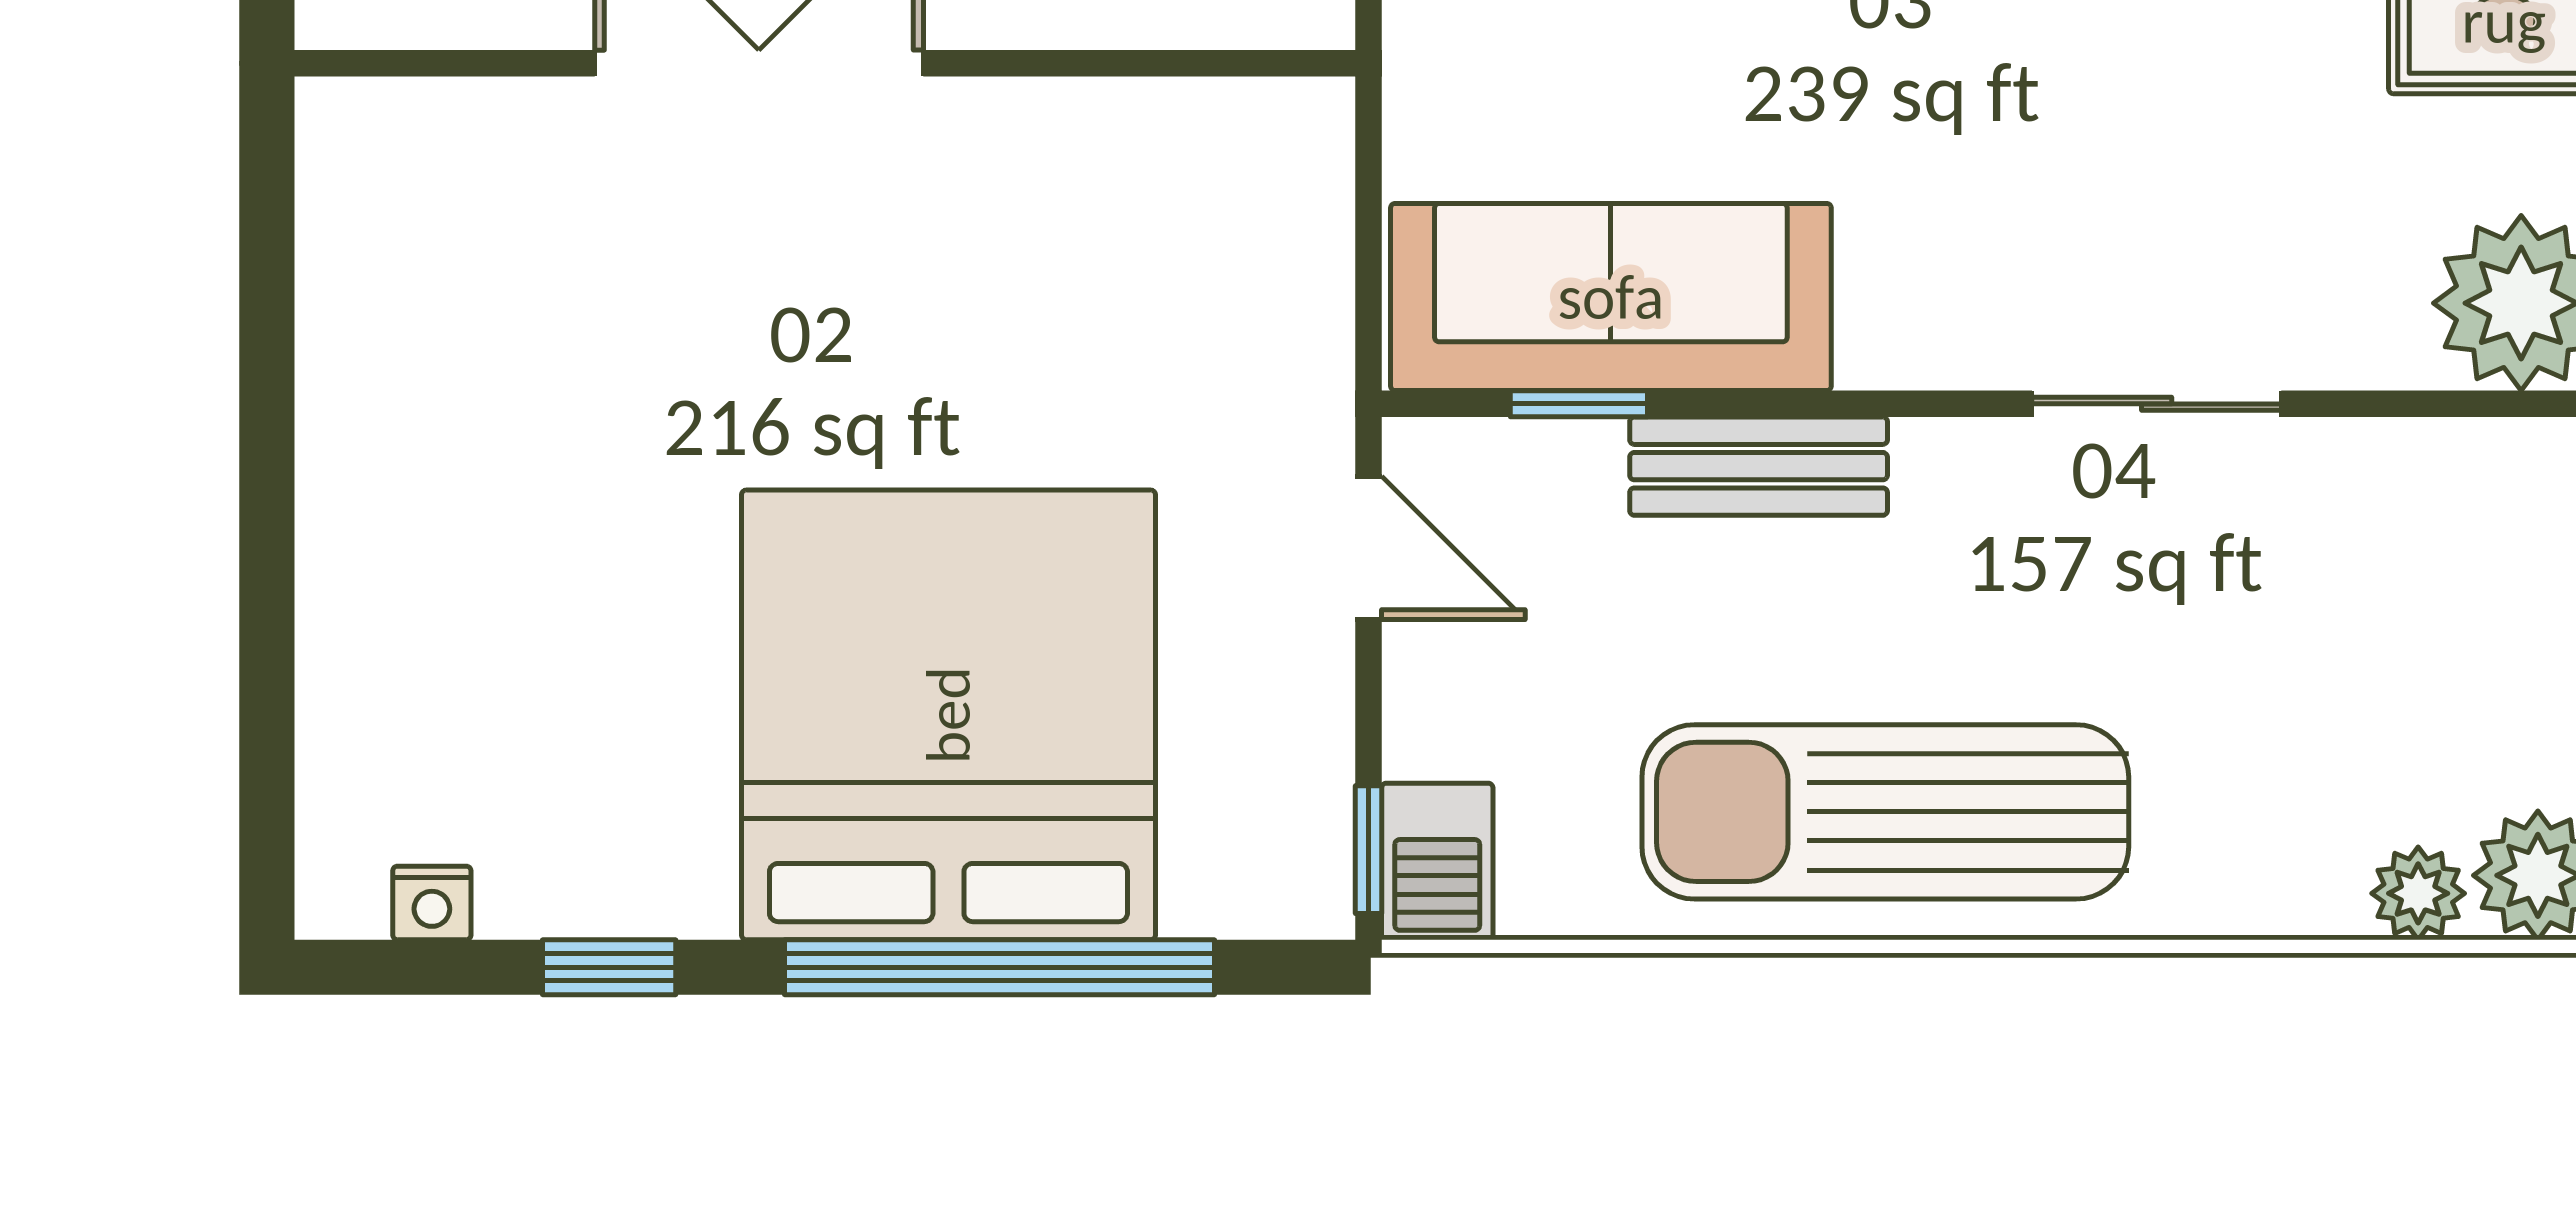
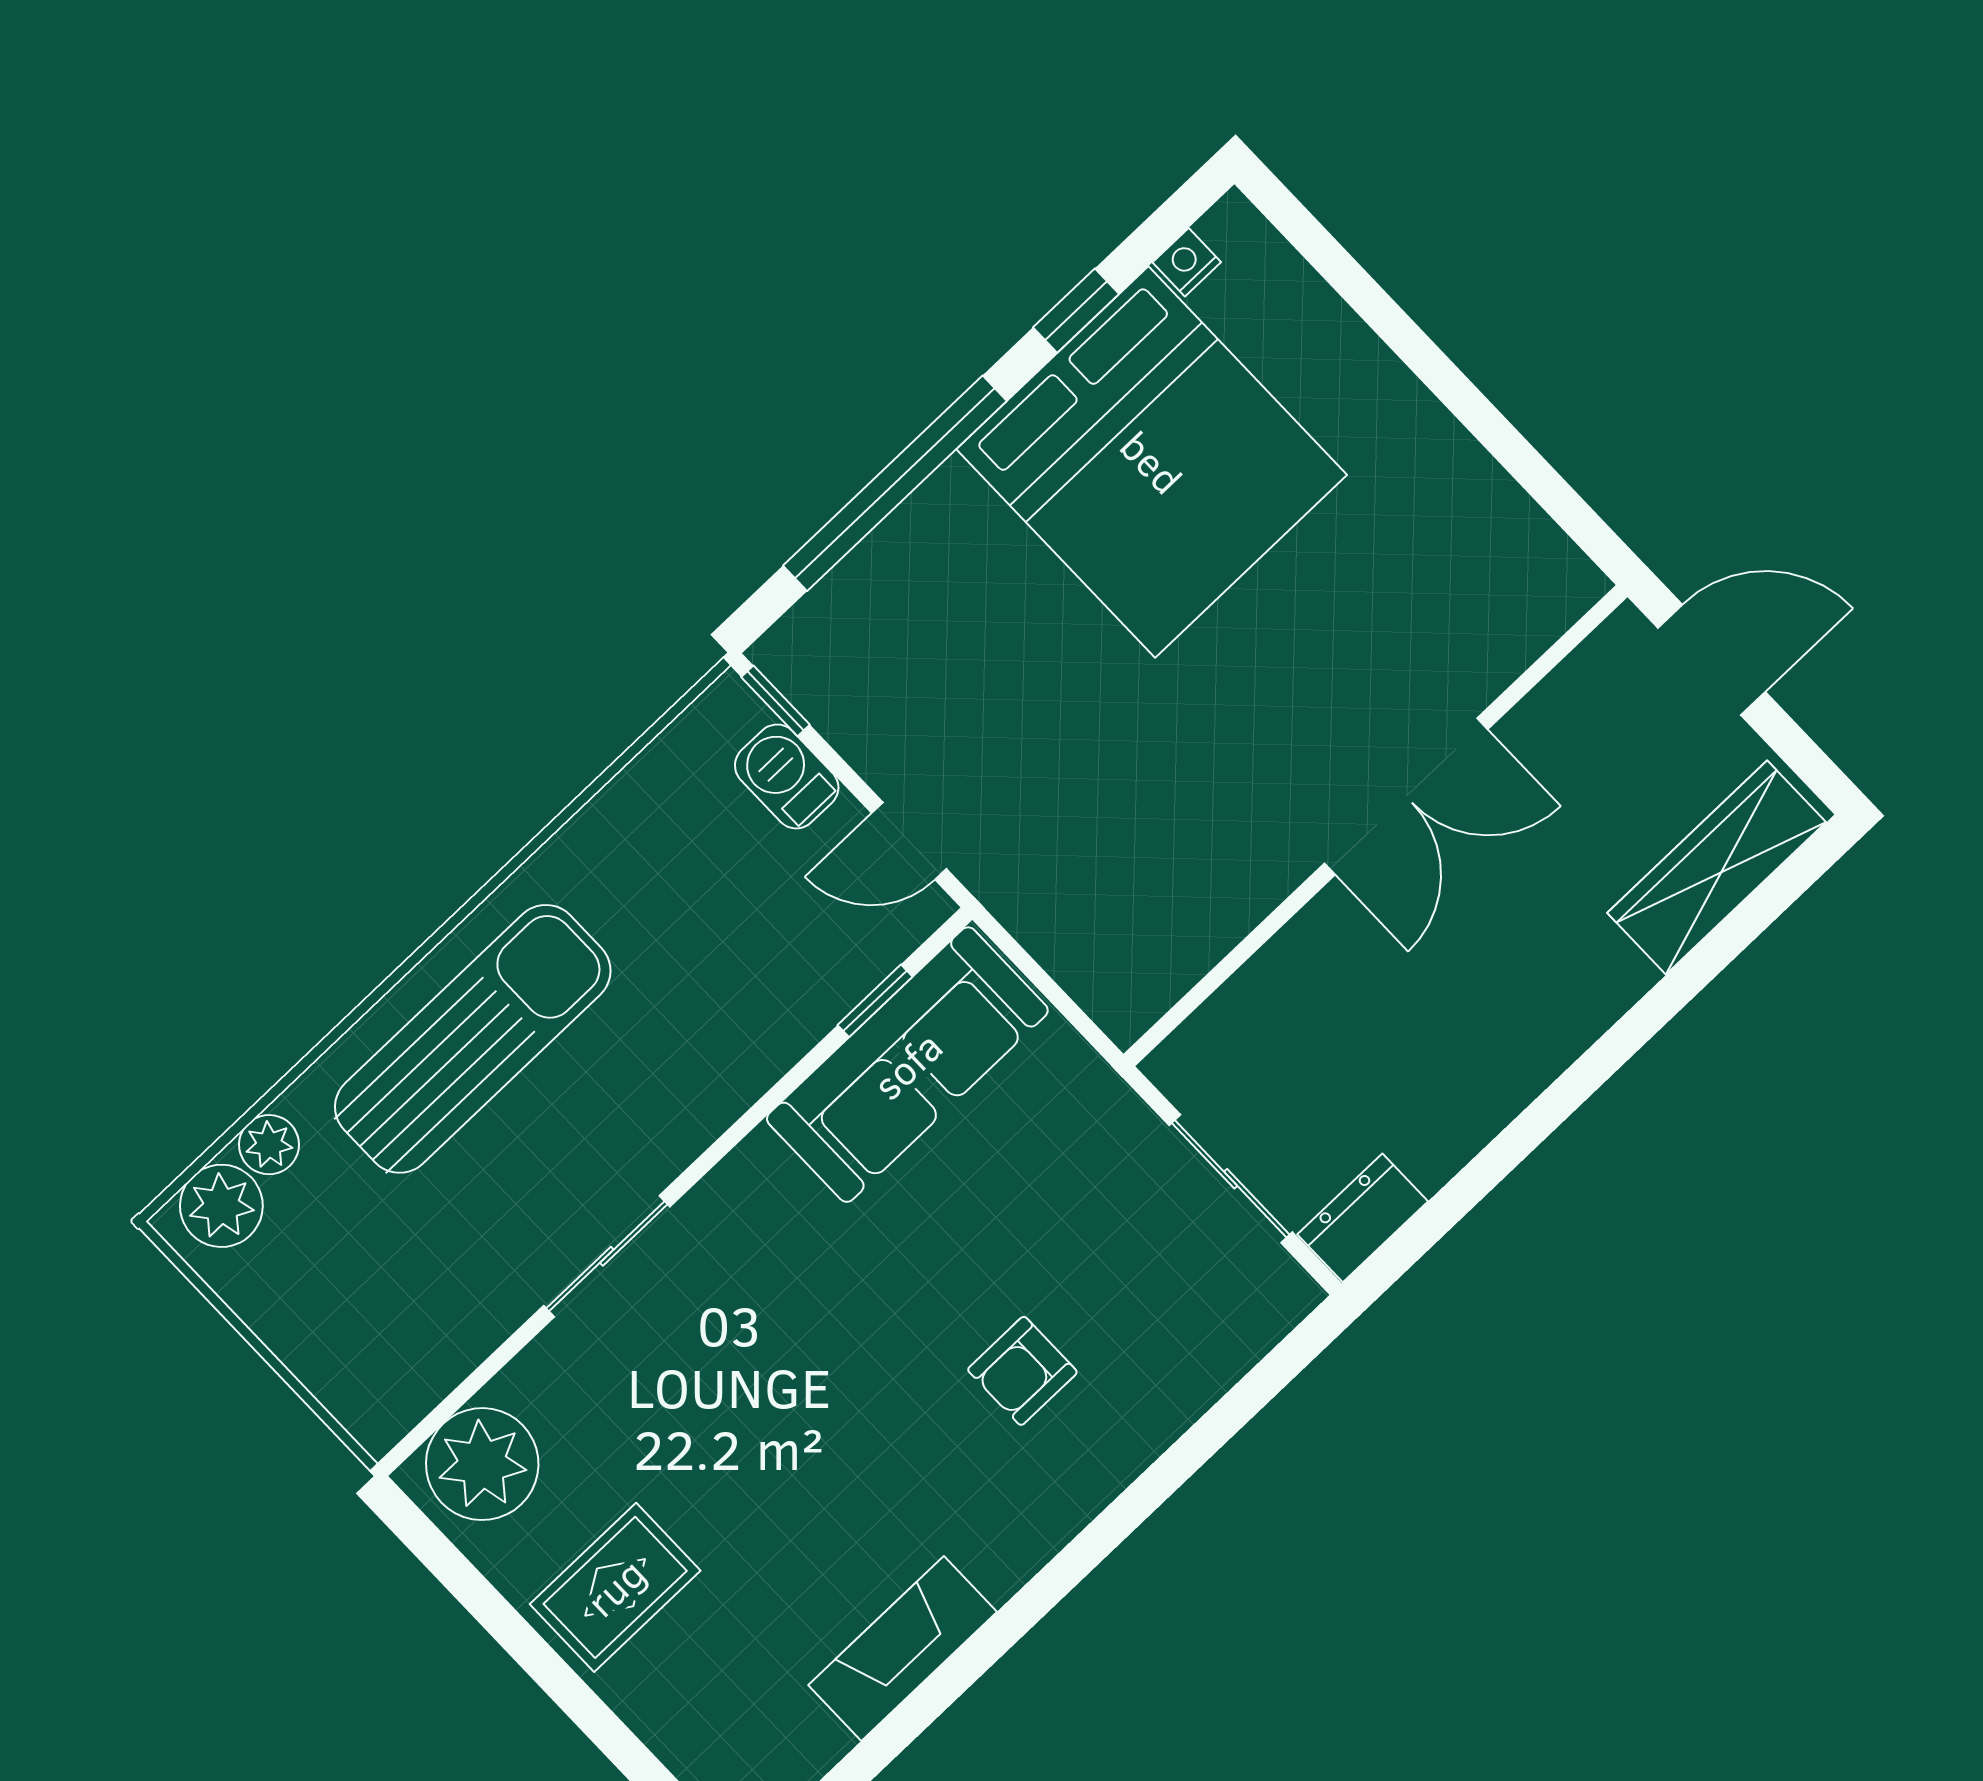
bench: (1759, 466) -> (764, 1051), removed
bed: (948, 715) -> (1152, 462), moved
sun lounger: (1885, 812) -> (473, 1039), moved
barbecue: (1437, 861) -> (787, 776), moved

